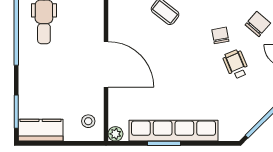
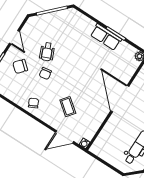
row of seats: (174, 131) -> (106, 37), width x0.50

